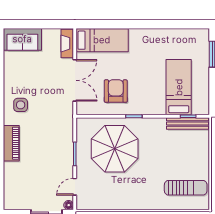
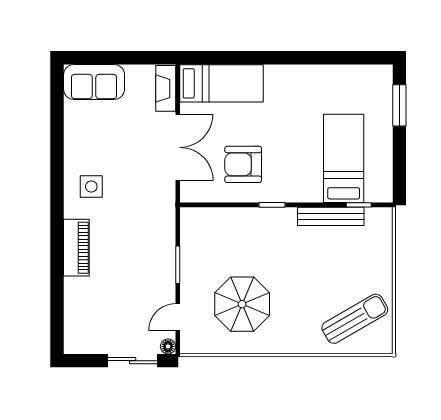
armchair: (116, 91) -> (243, 164), turned -90
bench: (188, 124) -> (331, 216), moved
parasol: (115, 149) -> (242, 304), moved, width x0.73, depth x0.73
sun lounger: (186, 188) -> (355, 319), turned -30

